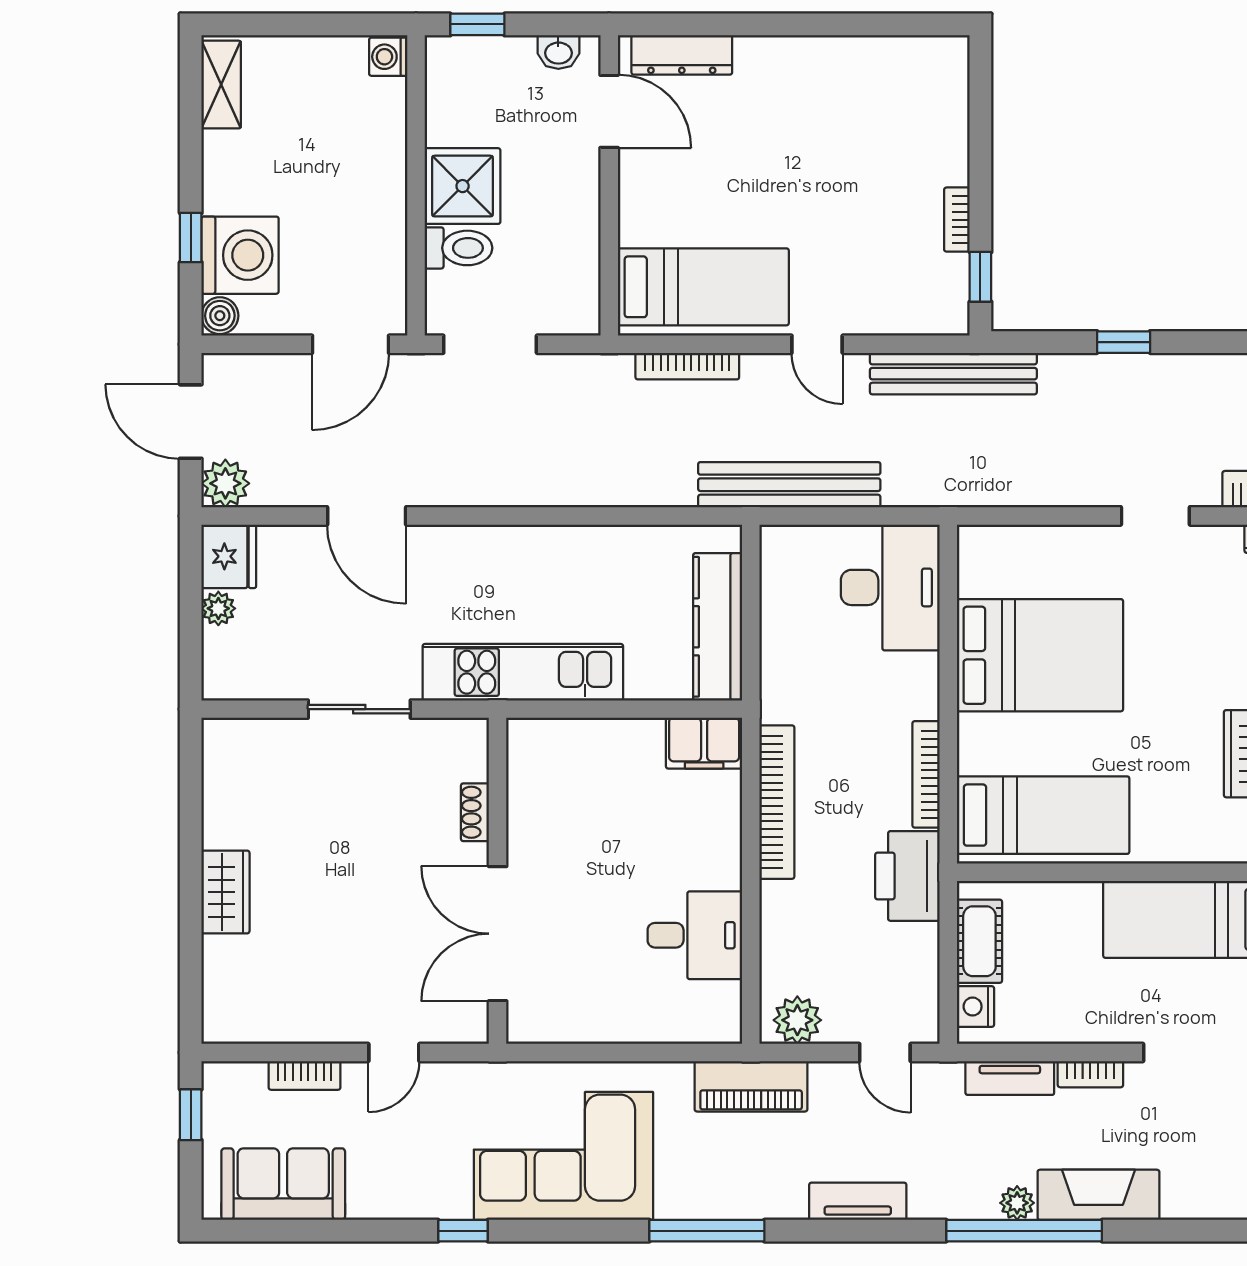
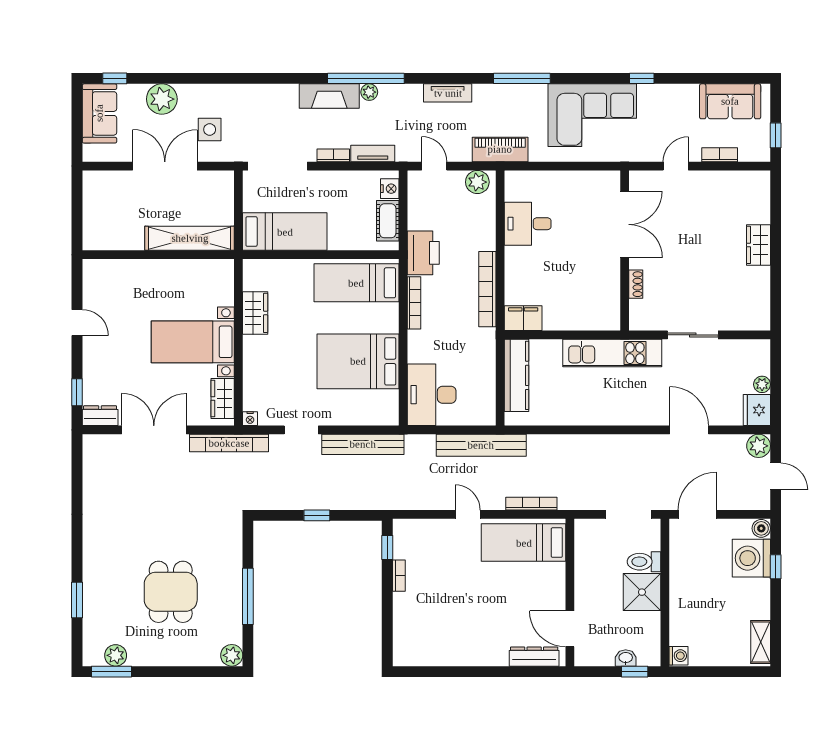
washbasin: (558, 52) -> (626, 658), moved
bench: (953, 374) -> (363, 444), moved
door: (191, 422) -> (776, 476), width x0.73

